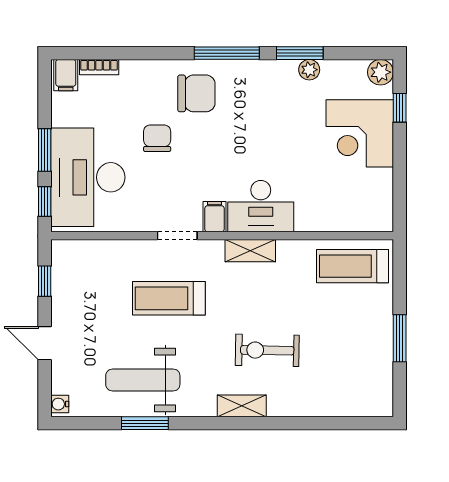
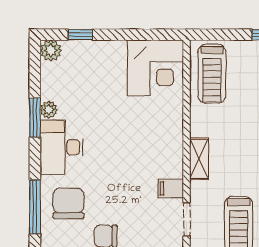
window: (227, 53) -> (35, 207), moved
corner desk: (360, 133) -> (155, 68), moved
desk: (261, 206) -> (62, 147), moved, turned 180

